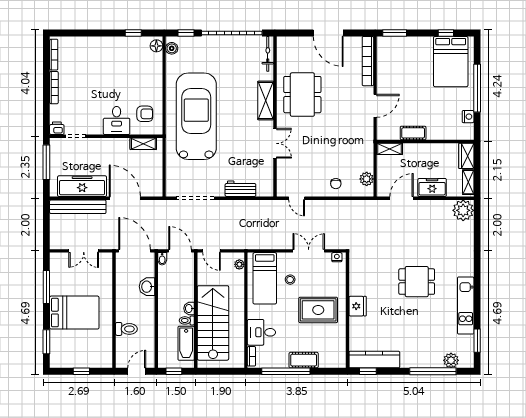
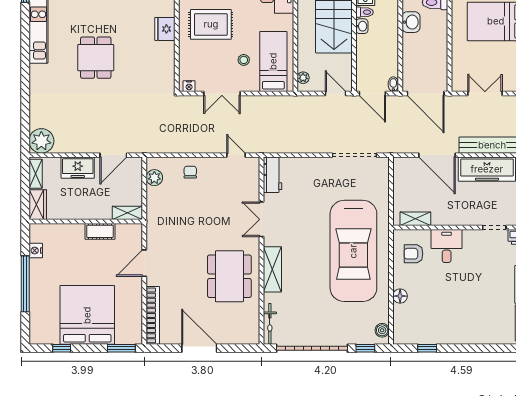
floor lamp: (156, 46) -> (400, 296), moved
bed: (451, 62) -> (87, 315), moved, width x1.36
workbench: (240, 189) -> (273, 175), moved, turned -90
dining table: (417, 282) -> (96, 58), turned 90
washbasin: (147, 287) -> (411, 22), moved

